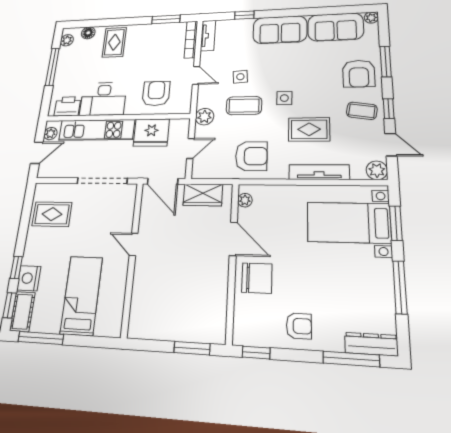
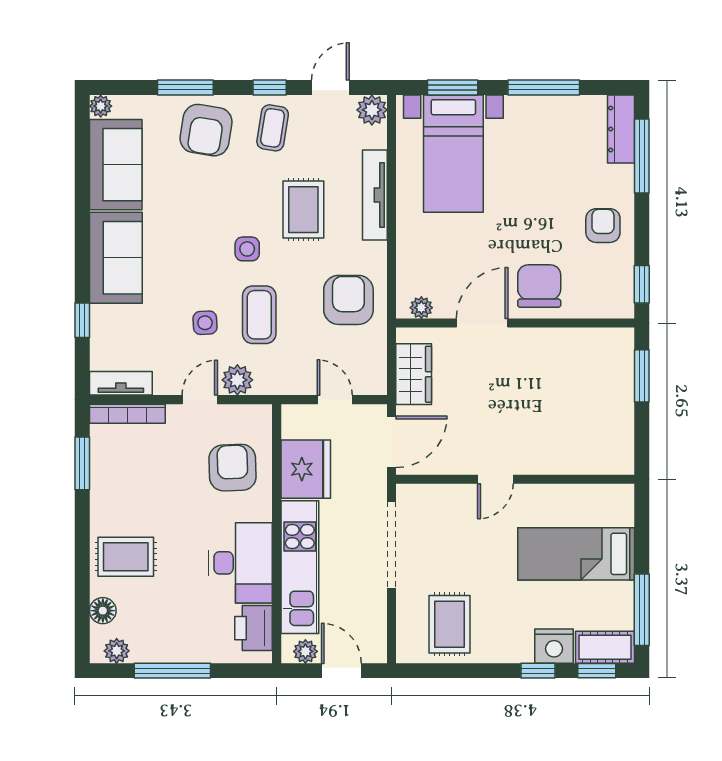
armchair: (359, 74) -> (206, 130), turned 99
armchair: (156, 93) -> (233, 468), turned 88
plant: (205, 117) -> (237, 380), moved

